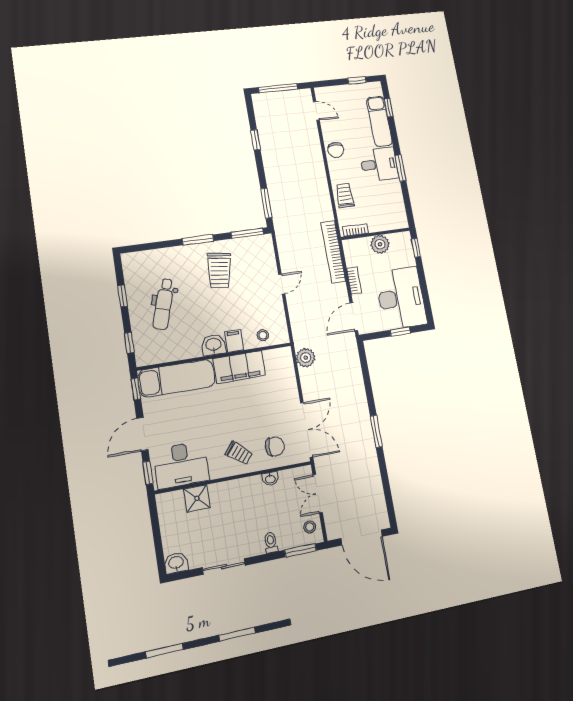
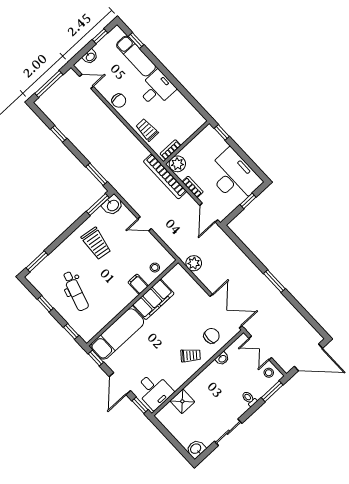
washbasin: (335, 92) -> (90, 57), added
window: (400, 168) -> (173, 81), removed
window: (198, 240) -> (37, 261), moved
plant: (380, 244) -> (177, 164), moved
door: (282, 284) -> (144, 224), swing flipped
washbasin: (213, 345) -> (113, 205), moved, turned 180
desk: (181, 465) -> (154, 391), width x0.73

